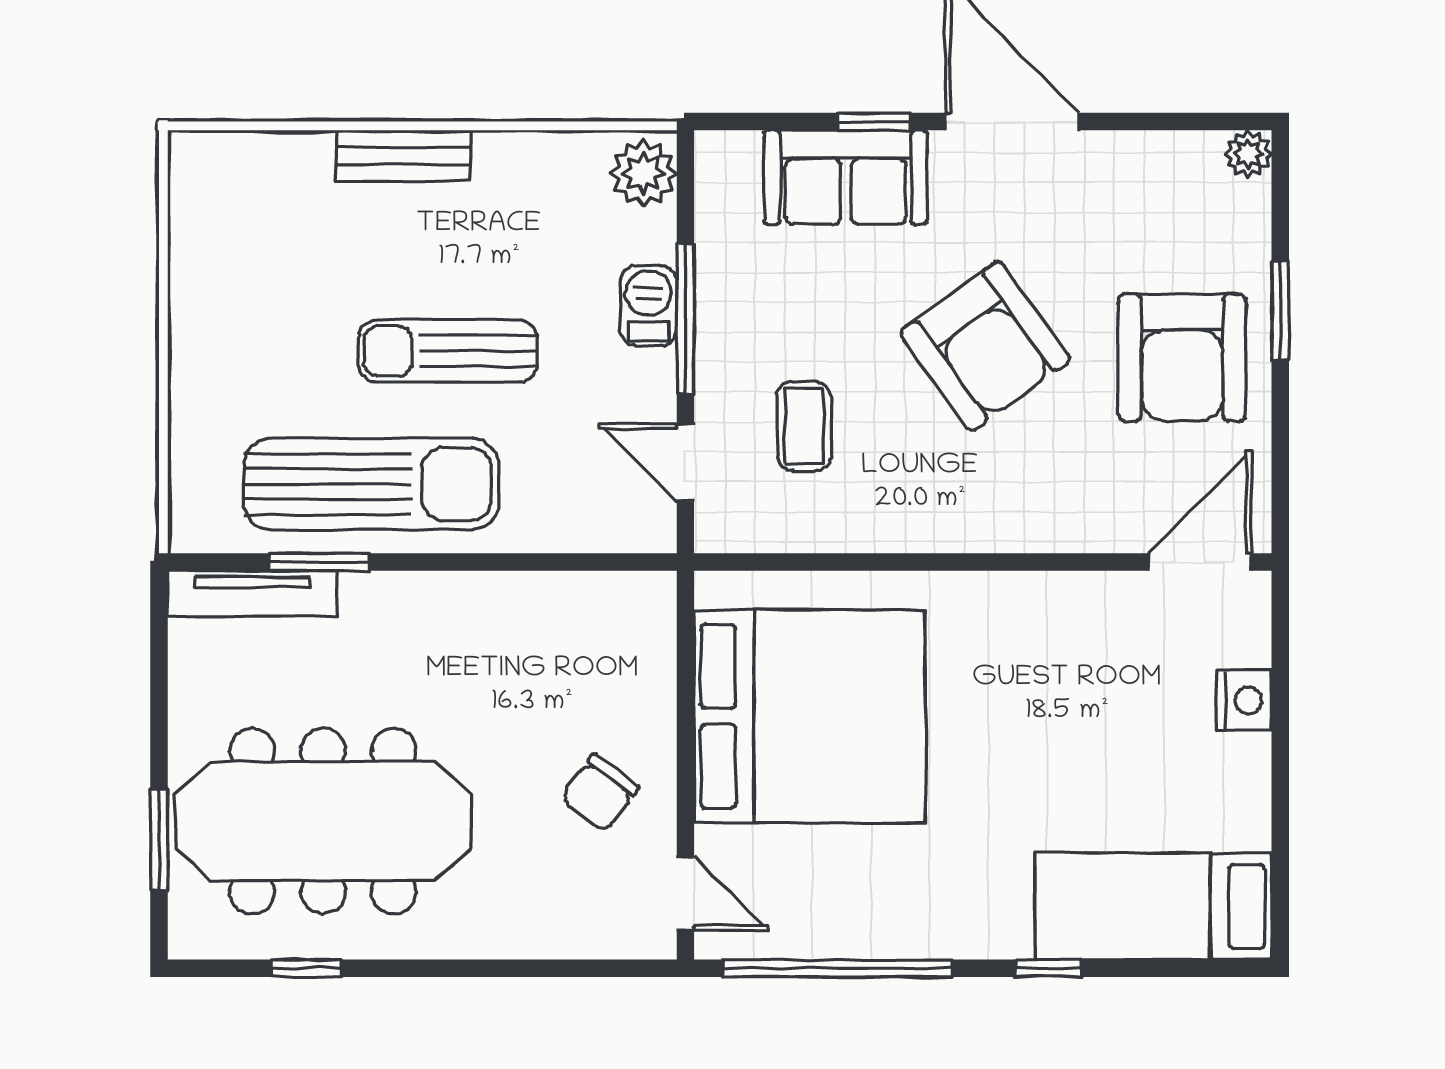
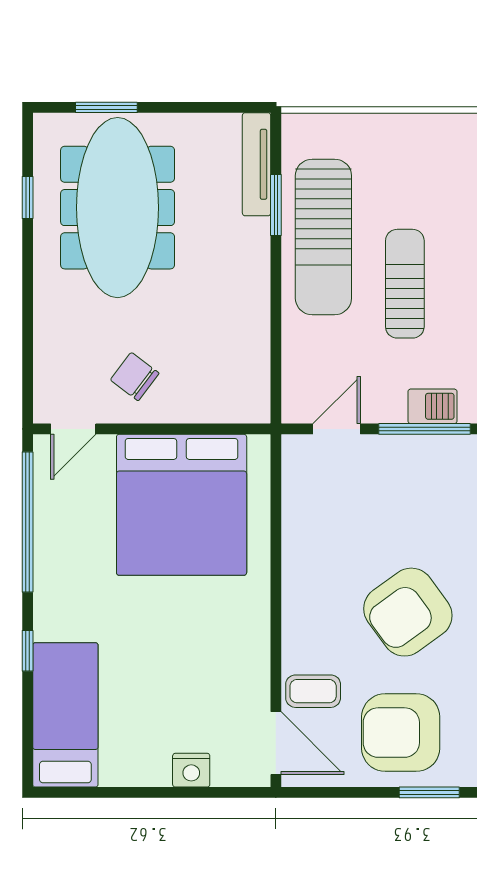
coffee table: (804, 426) -> (313, 691), moved

